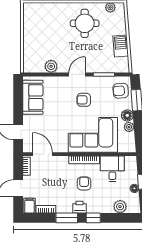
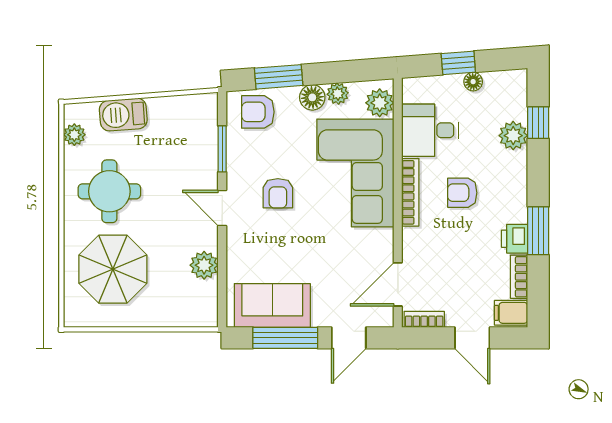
parasol: (49, 25) -> (113, 269), added
barbecue: (121, 46) -> (123, 115), moved
armchair: (121, 91) -> (258, 112), turned 94
window: (18, 103) -> (285, 338), added
plant: (125, 146) -> (380, 103), added
printer: (80, 207) -> (515, 239), moved
plant: (120, 207) -> (513, 136), moved
window: (93, 218) -> (538, 123), moved

